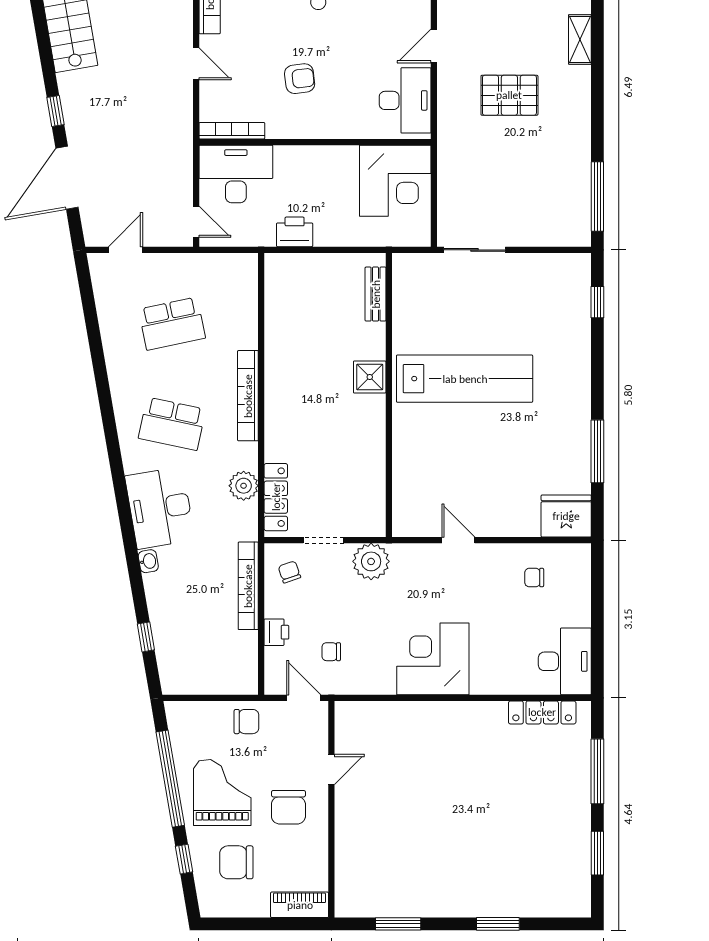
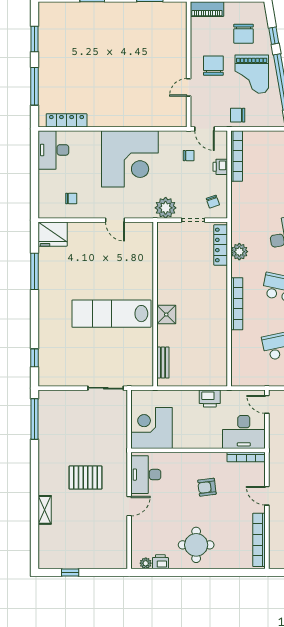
bookcase: (248, 586) -> (237, 156), moved
corner desk: (433, 659) -> (130, 159), width x1.36, depth x1.36
chair: (236, 862) -> (243, 34), turned 90

